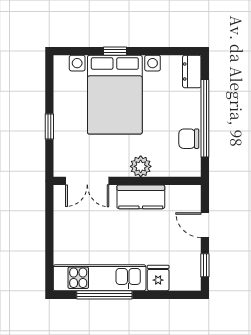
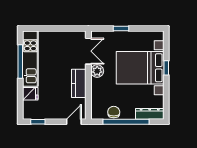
dresser: (192, 72) -> (150, 114), width x1.44
plant: (141, 166) -> (97, 71), moved
double door: (87, 181) -> (88, 51), swing flipped
door: (205, 225) -> (74, 122), moved

